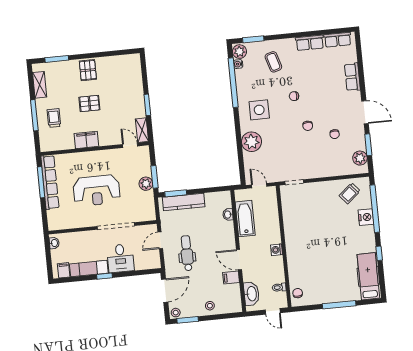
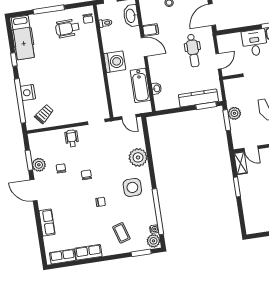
plant: (360, 158) -> (39, 165), moved
wheelchair: (321, 166) -> (72, 138), added
washing machine: (277, 250) -> (115, 62), width x1.89, depth x1.89
wheelchair: (320, 284) -> (67, 28), added

